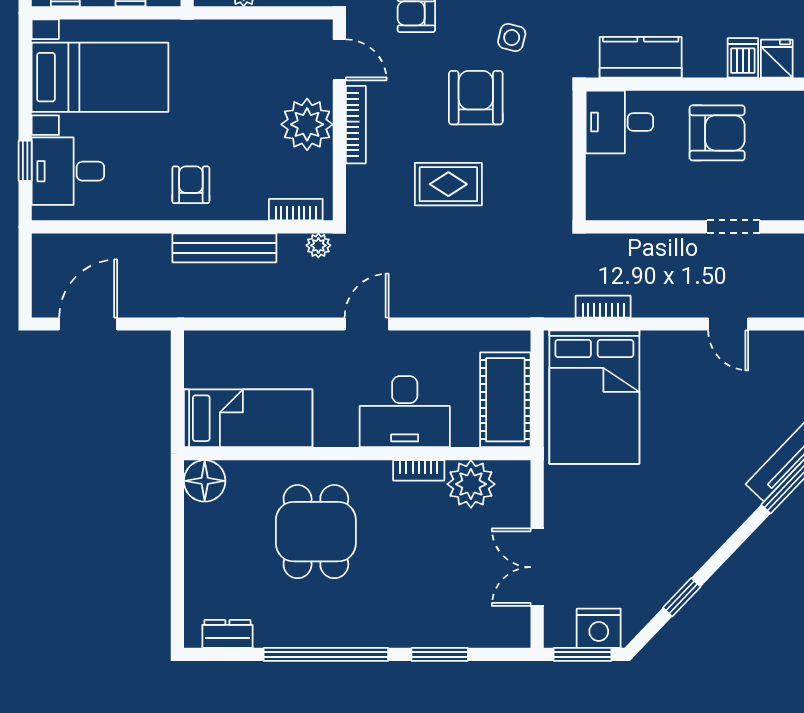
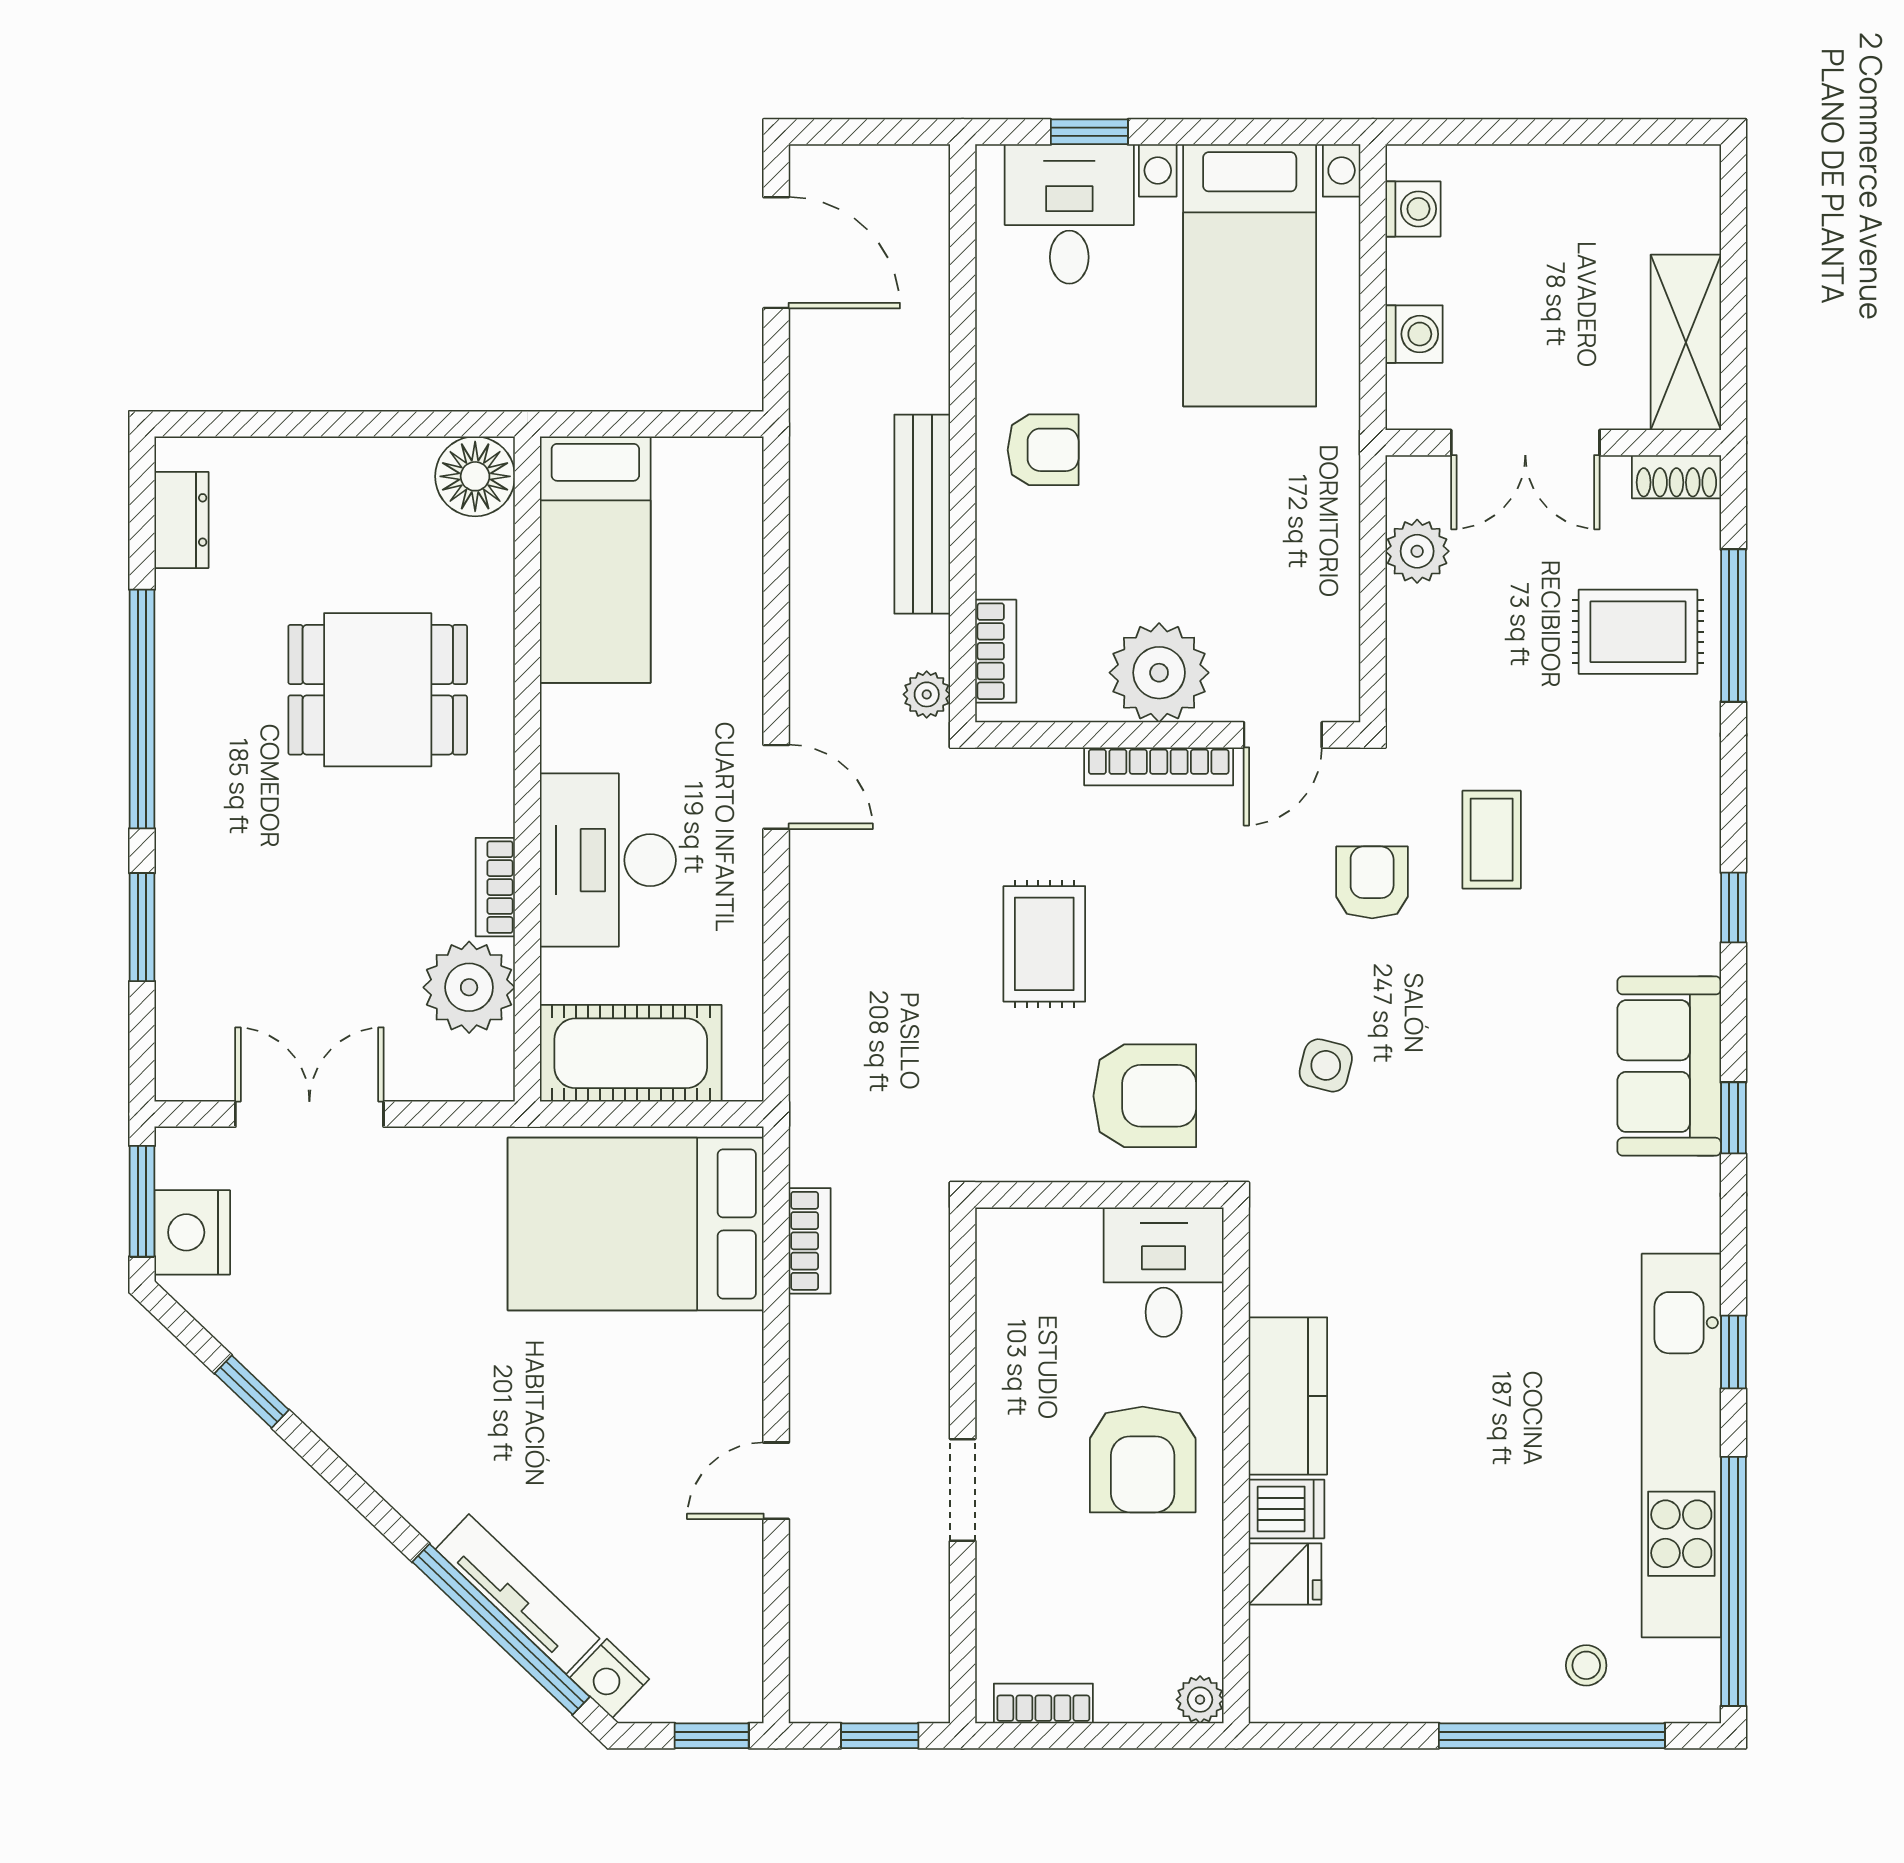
kitchen counter: (641, 57) -> (1288, 1396), moved
armchair: (476, 98) -> (1145, 1096), moved

